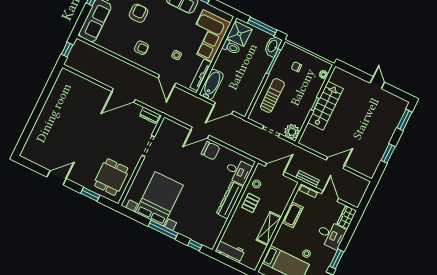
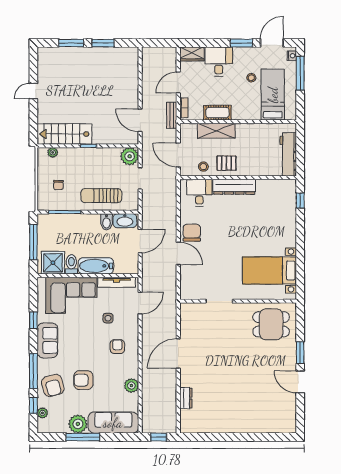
washbasin: (273, 46) -> (125, 221), moved
plant: (117, 48) -> (131, 386), added
armchair: (141, 48) -> (117, 347), moved
door: (167, 81) -> (140, 303), moved
bathtub: (212, 84) -> (96, 266), moved
bidet: (251, 90) -> (106, 222), added
door: (124, 95) -> (178, 354), swing flipped
stairs: (326, 106) -> (64, 134), moved
door: (223, 108) -> (140, 241), hinge flipped
dresser: (150, 115) -> (186, 398), moved
window: (404, 120) -> (71, 43), moved
door: (335, 163) -> (140, 120), moved
window: (90, 194) -> (300, 353), moved
bed with nightstands: (159, 199) -> (269, 270), width x0.73
shelving: (269, 228) -> (216, 131), moved
window: (163, 230) -> (300, 242), removed
workbench: (230, 251) -> (288, 154), width x1.38

